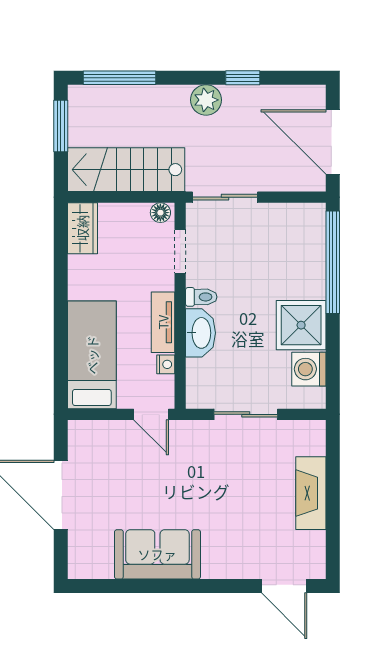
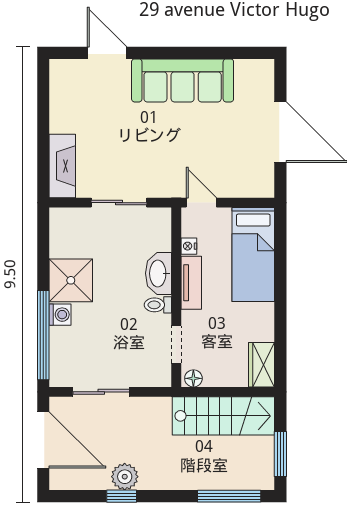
plant: (206, 100) -> (125, 477), moved
sliding door: (225, 197) -> (101, 392), moved
washing machine: (309, 369) -> (60, 315), moved, width x0.73, depth x0.73
fireplace: (311, 493) -> (62, 166), moved
sofa: (157, 554) -> (183, 80), width x1.36
door: (284, 586) -> (107, 53), moved

